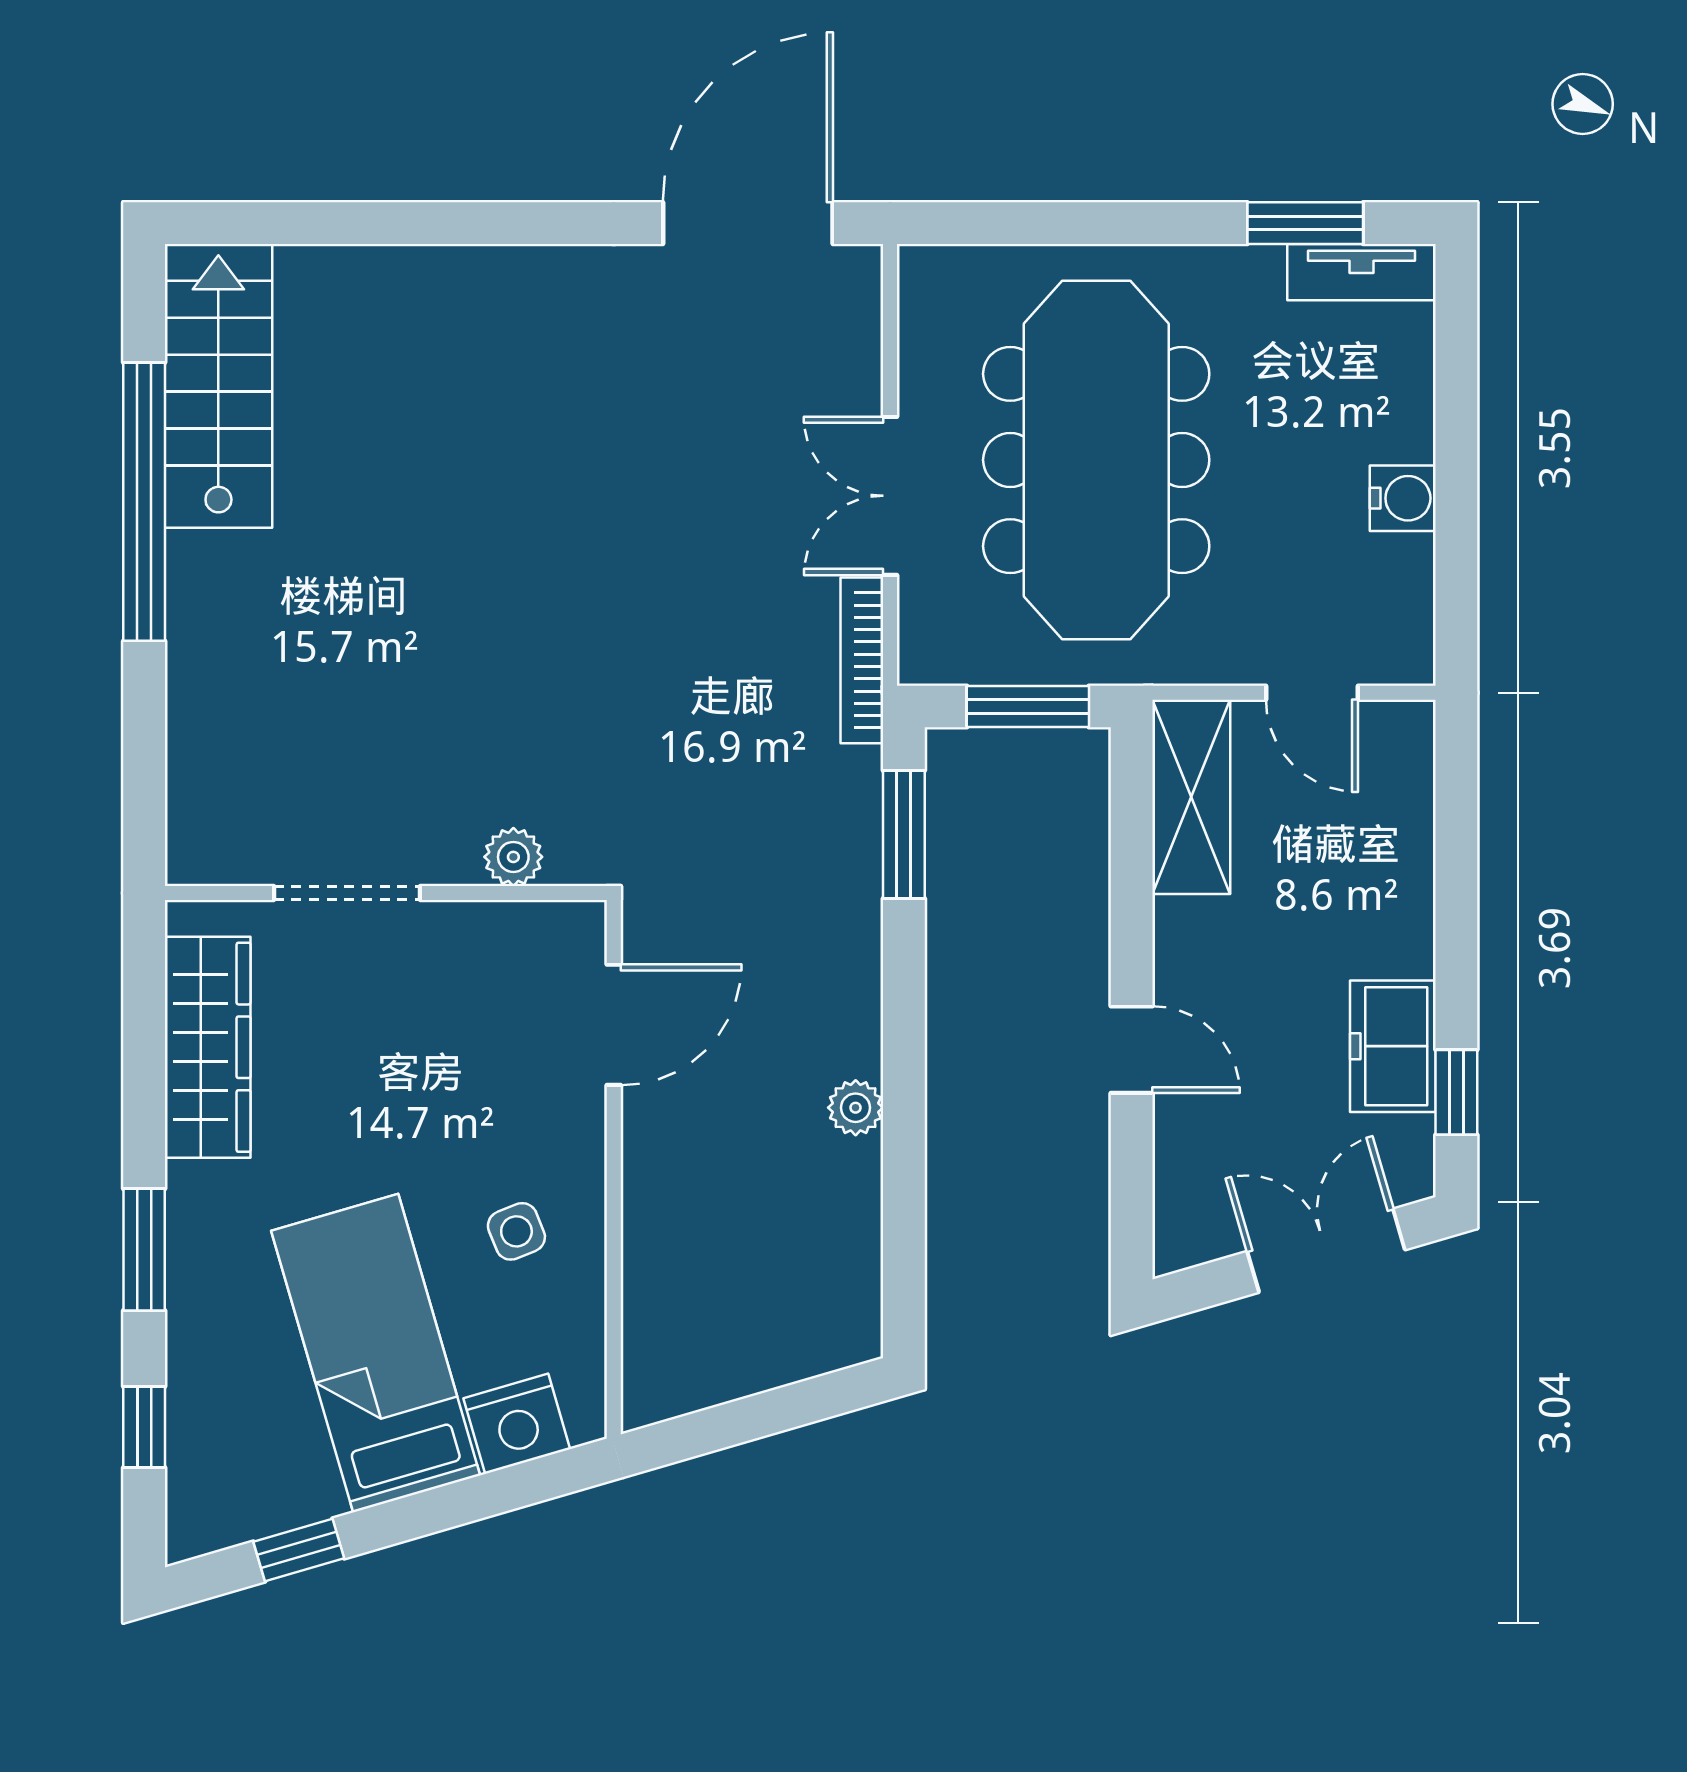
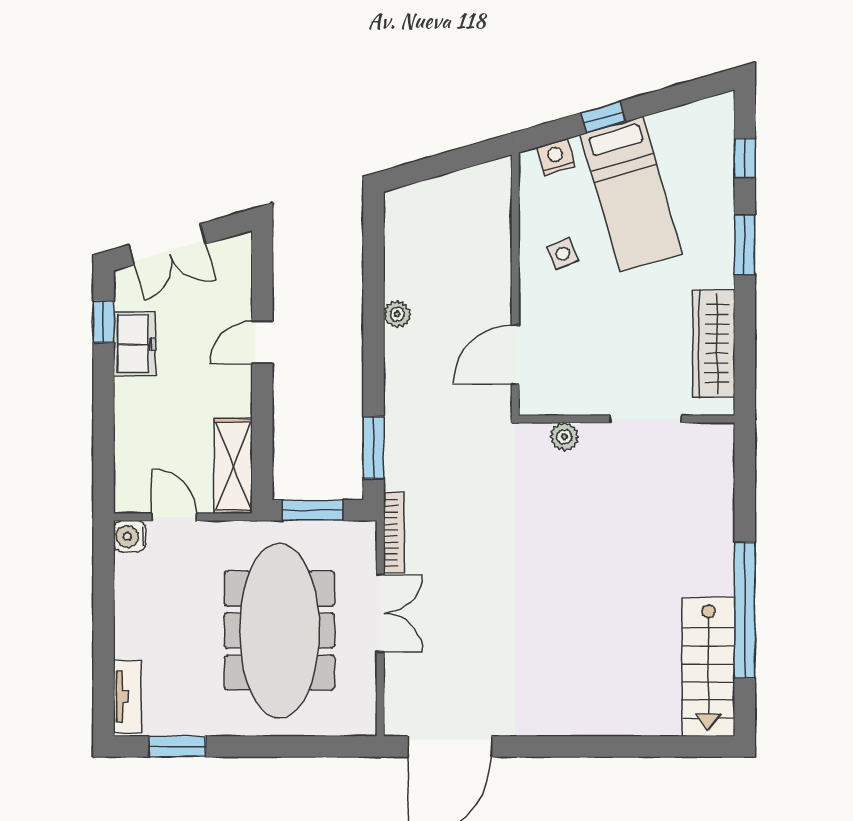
tv unit: (1361, 272) -> (127, 697), moved, turned 90
water cooler: (1403, 498) -> (130, 536), moved
door: (1132, 1050) -> (262, 342), hinge flipped
nightstand: (517, 1424) -> (556, 157), width x0.74, depth x0.75
window: (299, 1550) -> (603, 117), moved

